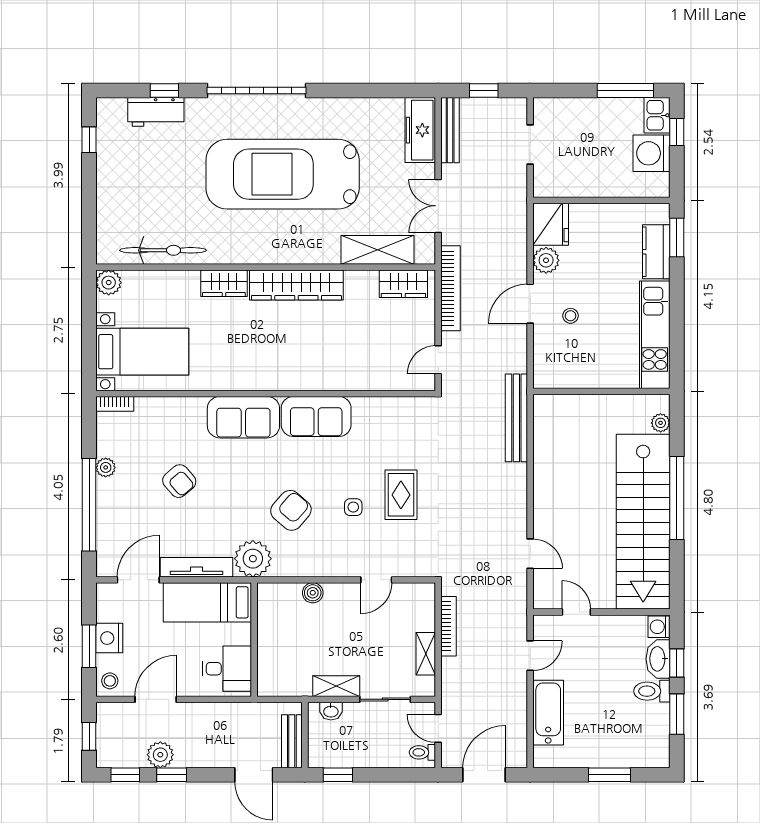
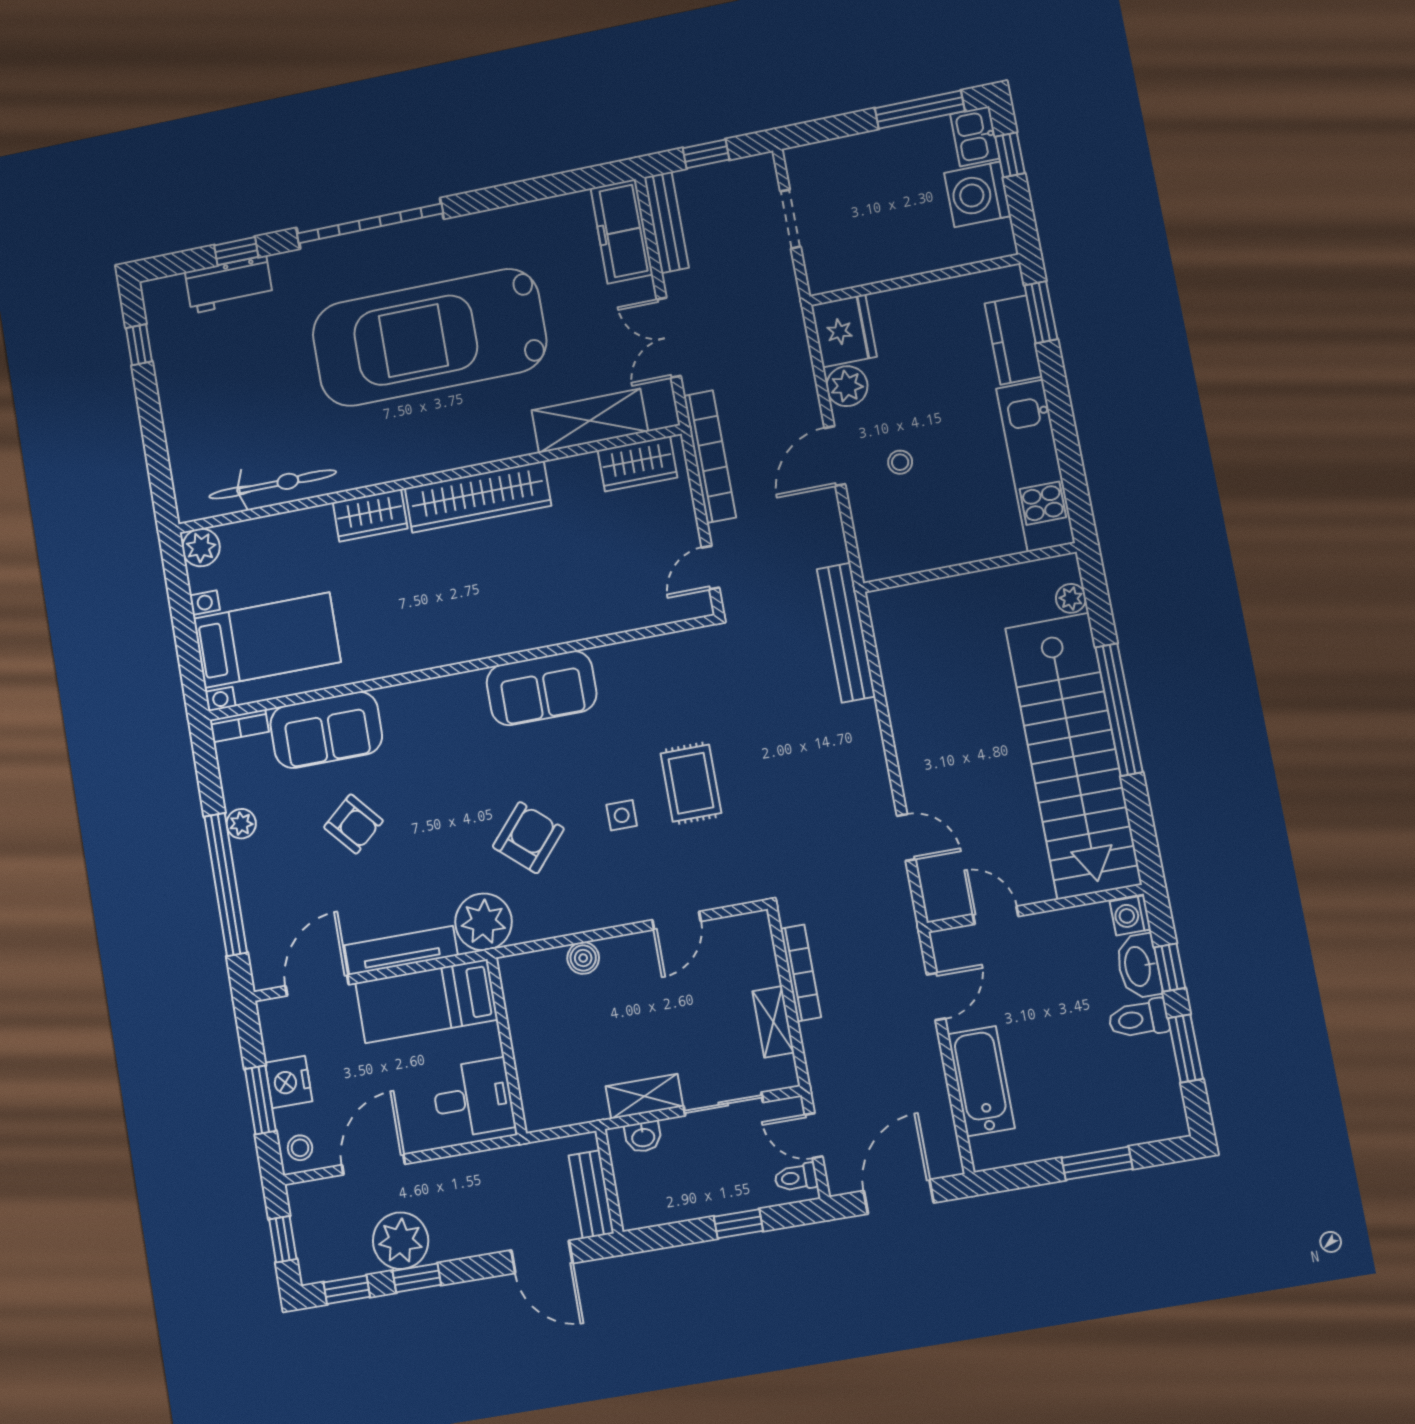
sofa: (243, 417) -> (326, 730), moved
plant: (160, 755) -> (401, 1241), width x1.36, depth x1.36
window: (338, 775) -> (738, 1224), moved

